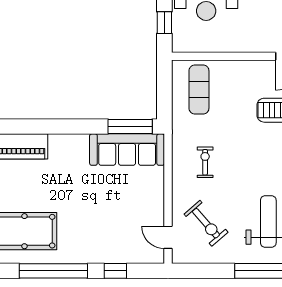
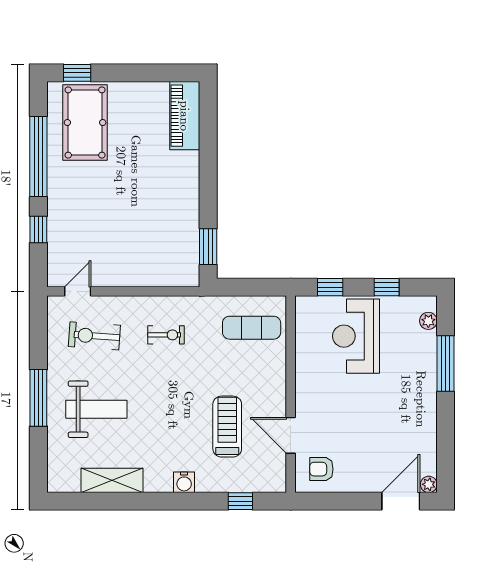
window: (130, 127) -> (208, 247), width x0.69
sofa: (127, 150) -> (181, 243), removed
exercise bike: (206, 223) -> (94, 336), turned 45

